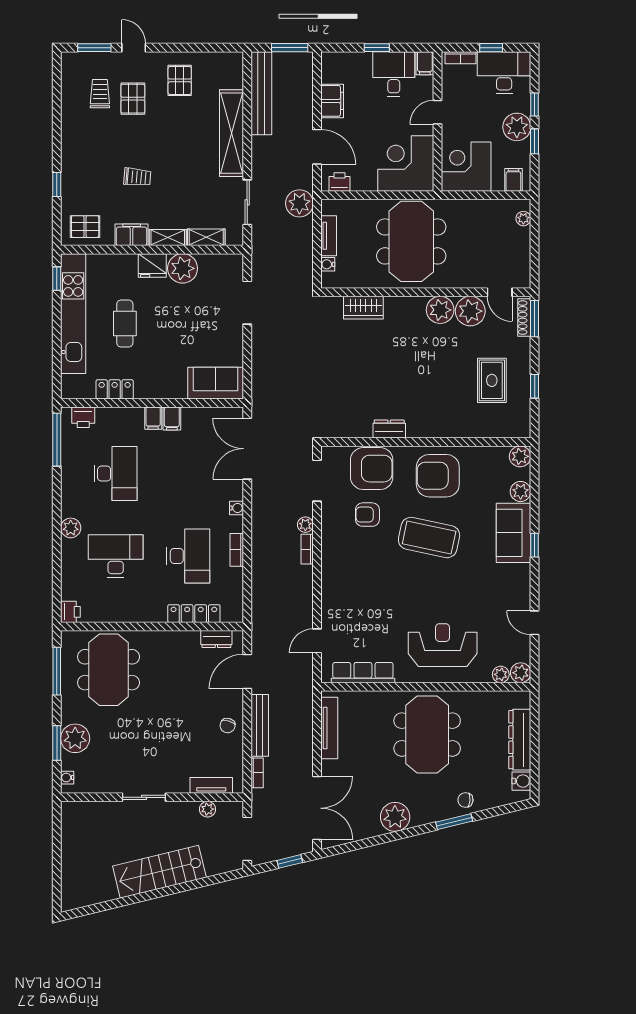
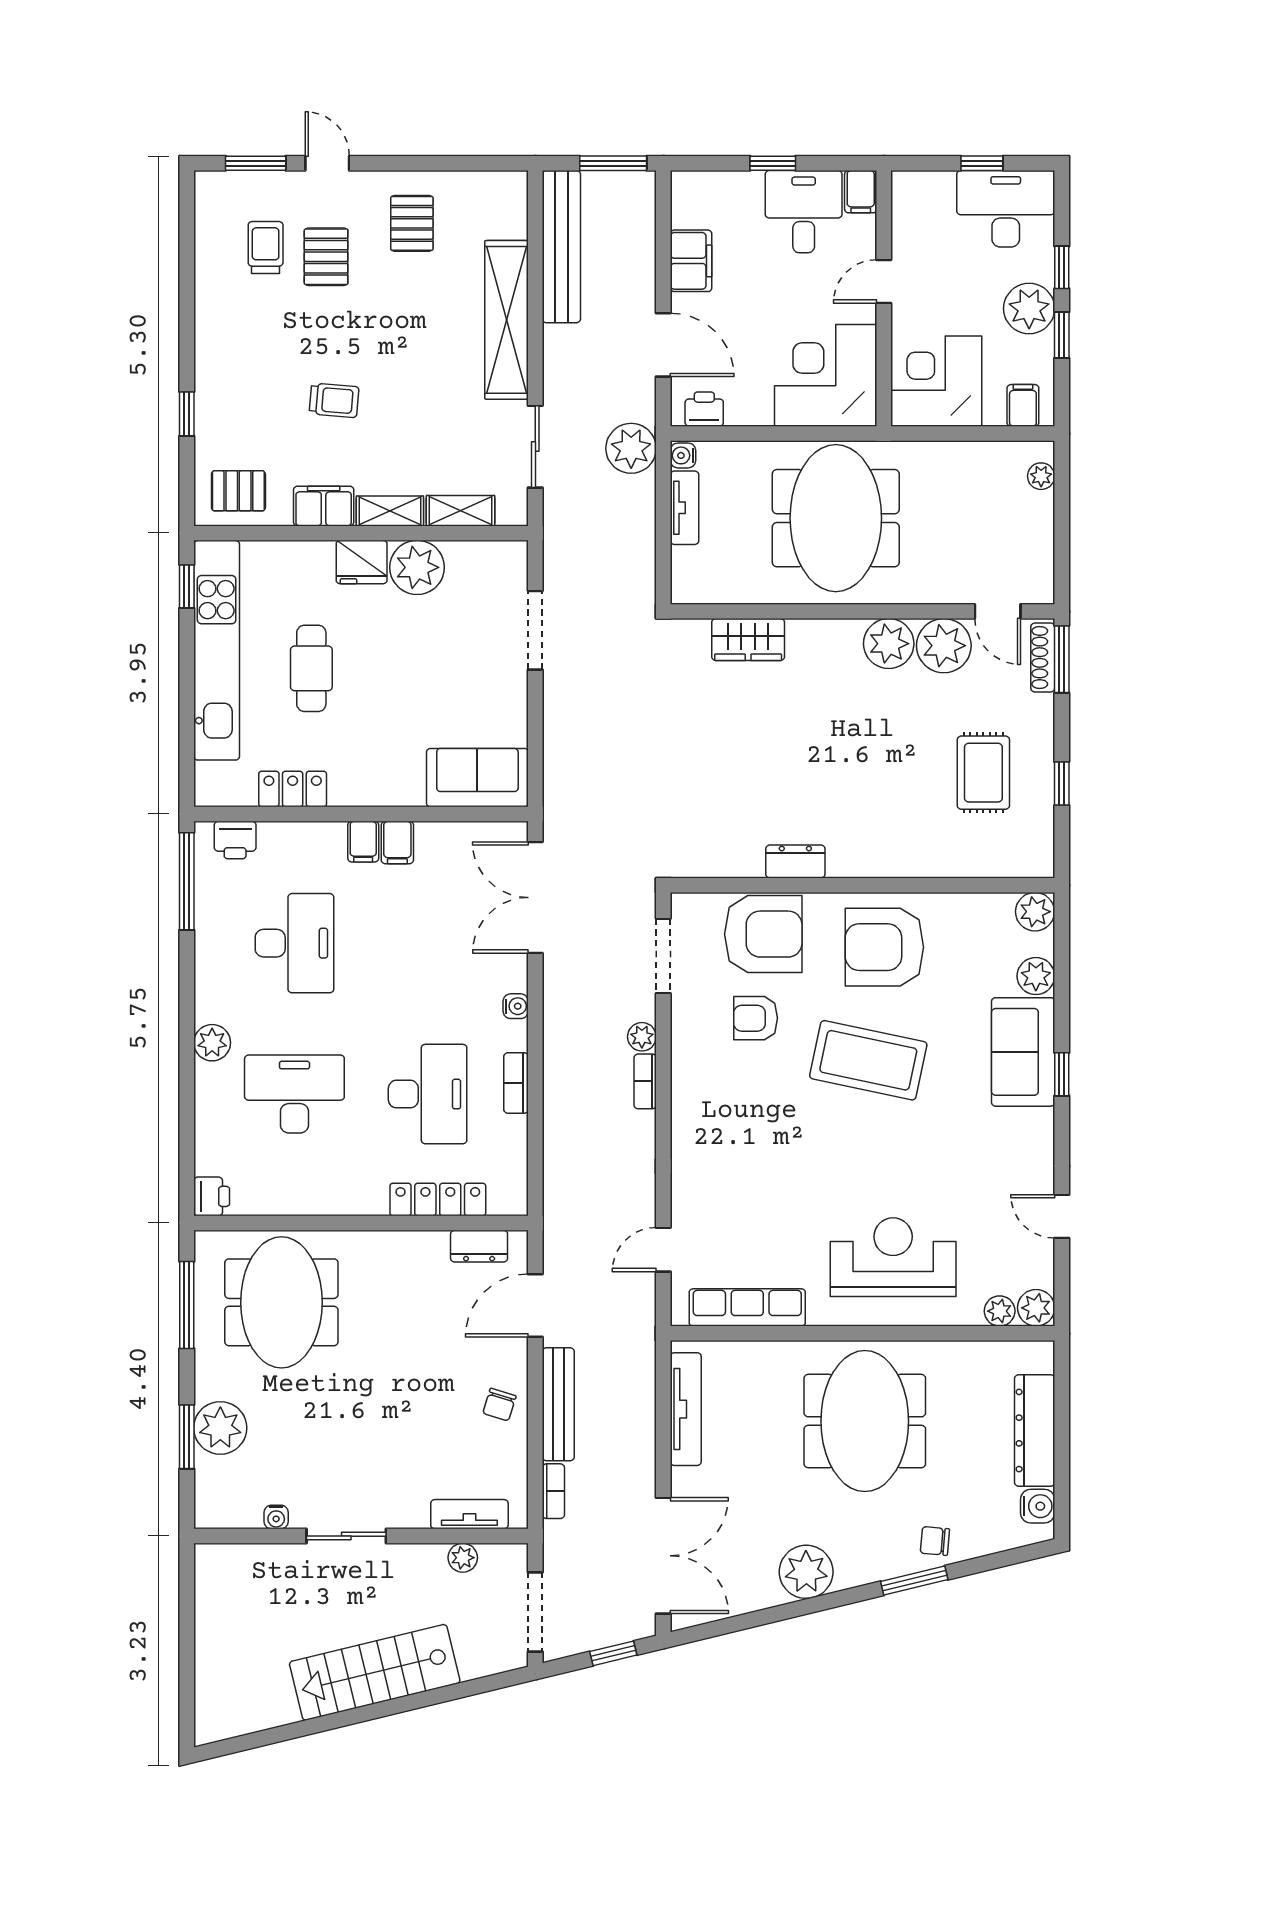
bookcase: (460, 58) -> (926, 182), removed
water cooler: (328, 264) -> (683, 455), moved
water cooler: (67, 778) -> (276, 1517), moved, turned -90

